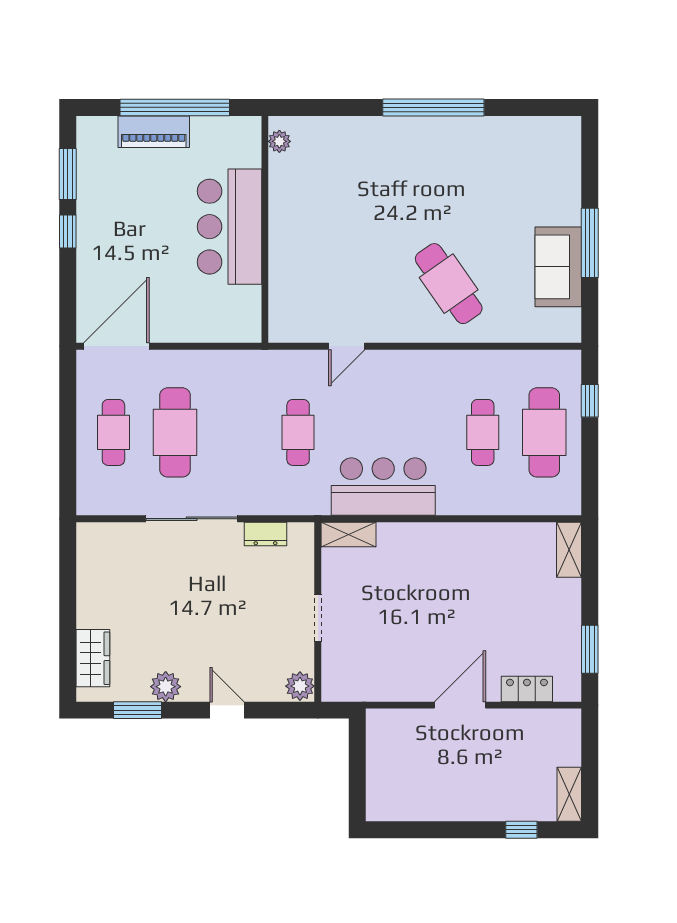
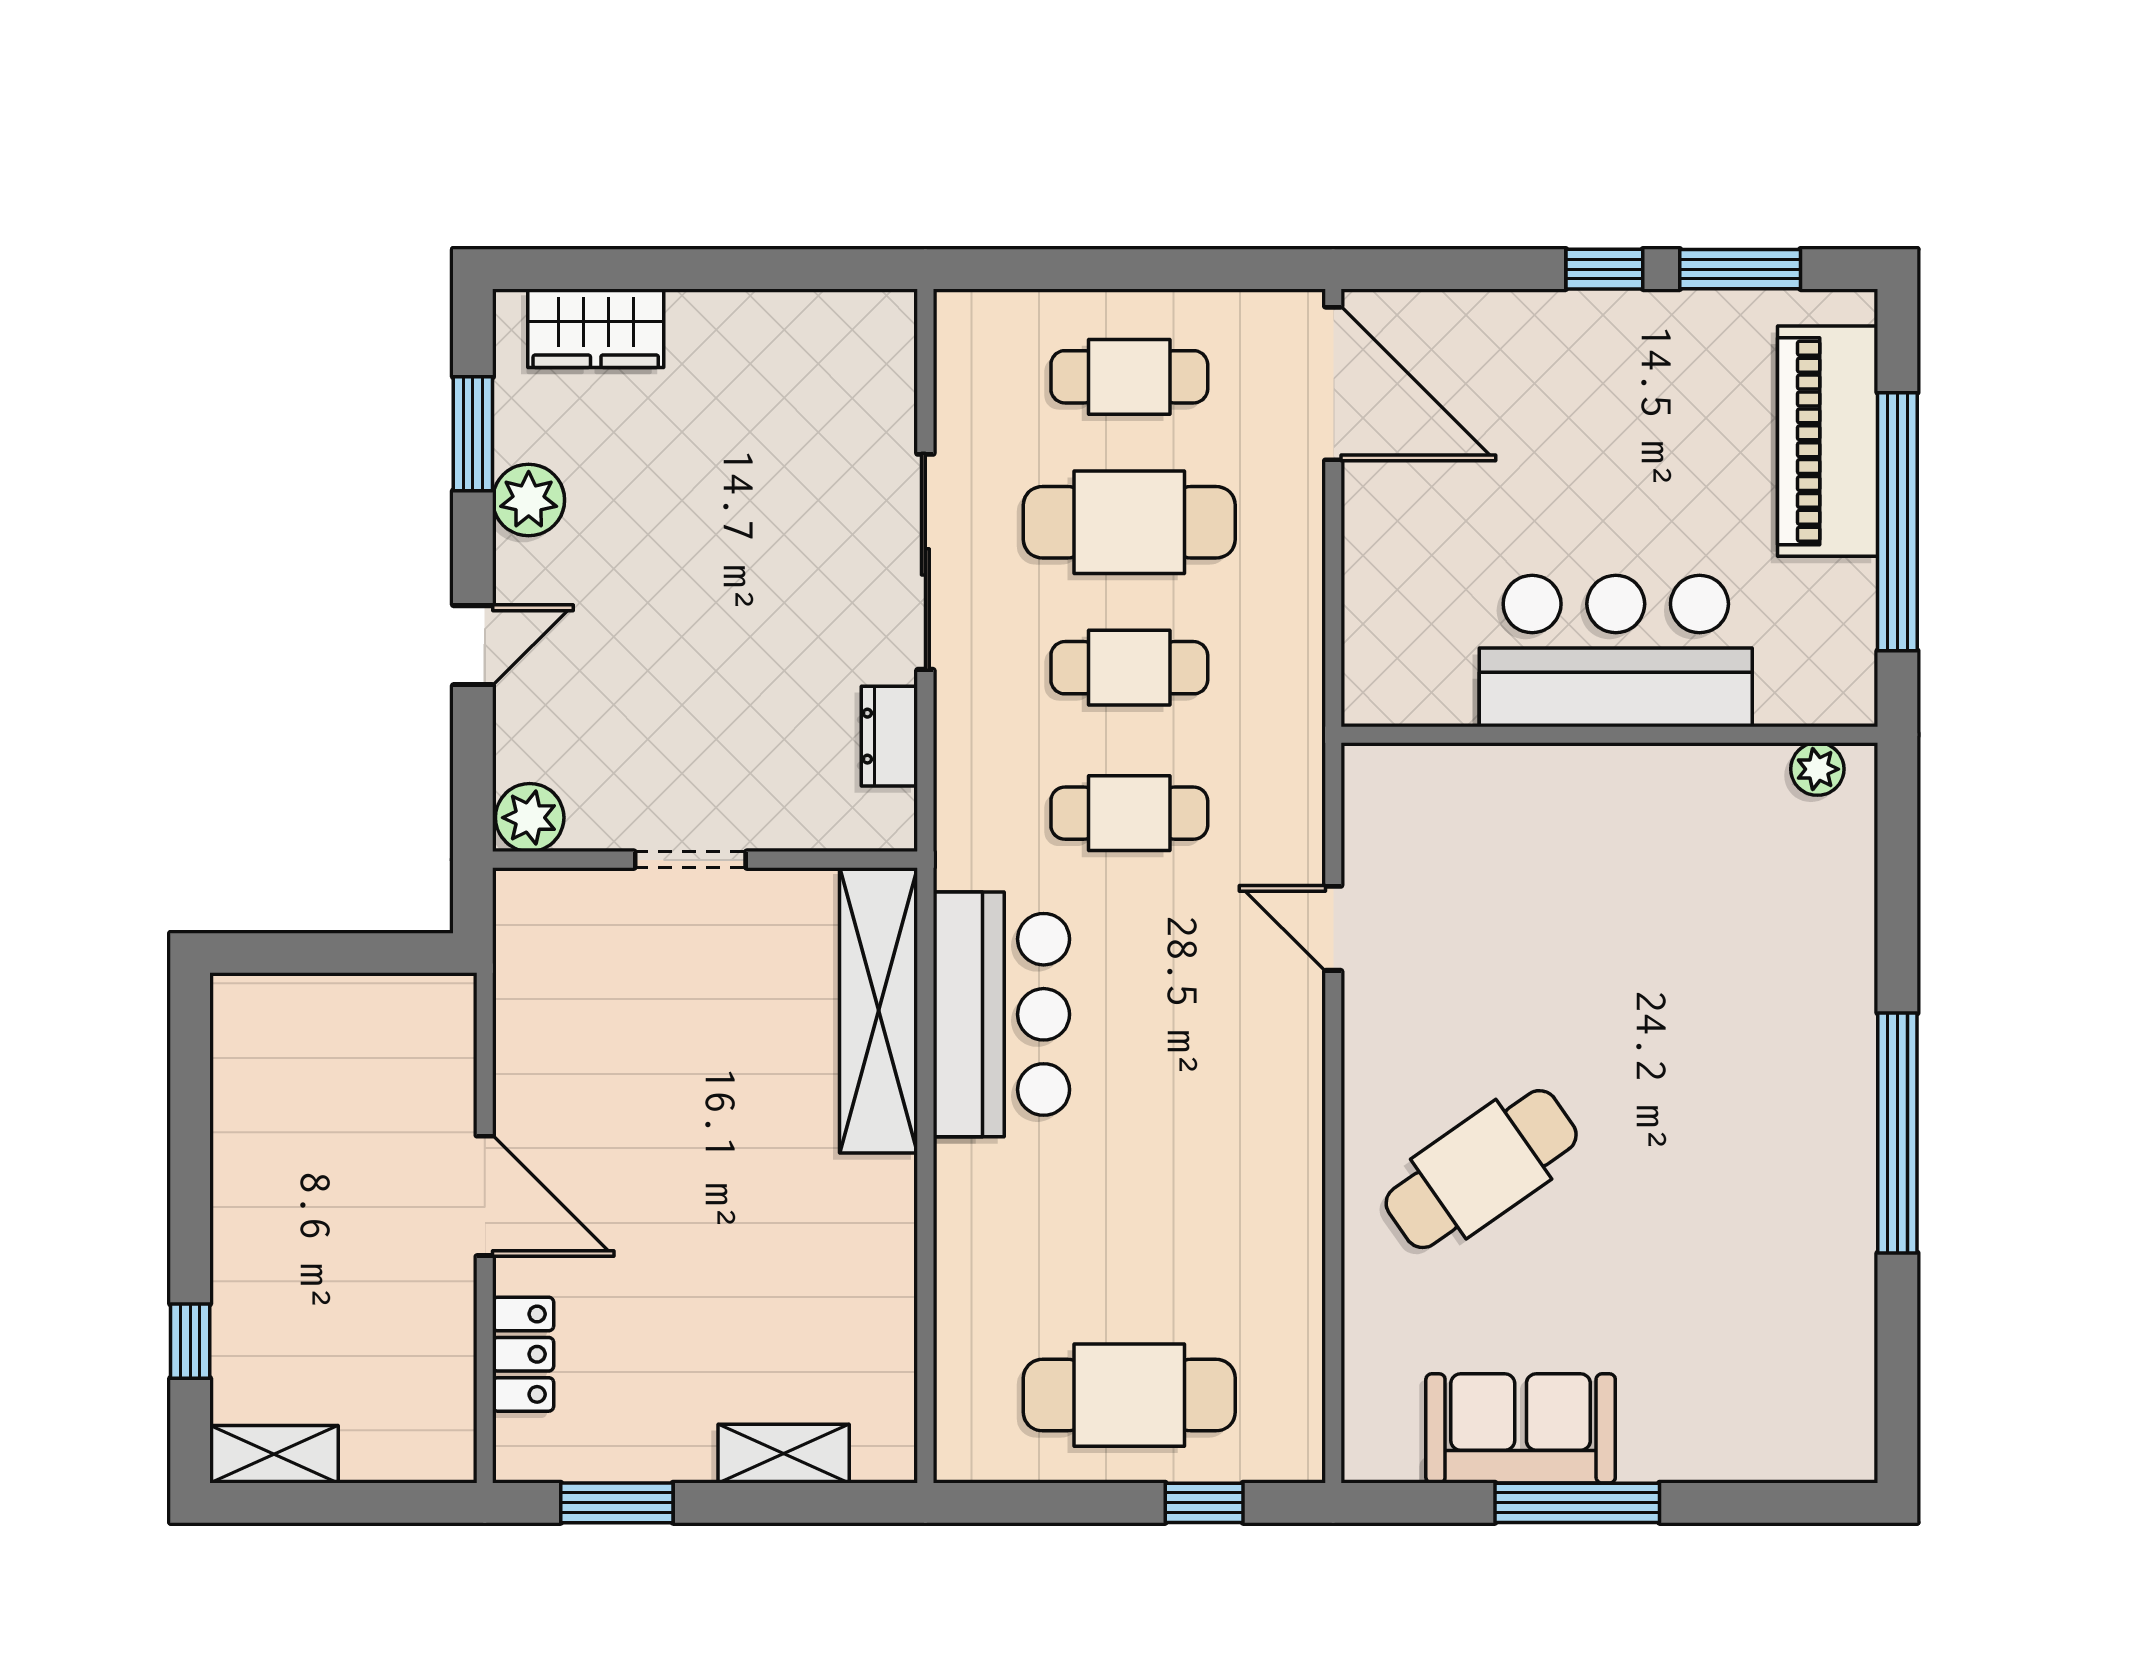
piano: (154, 132) -> (1828, 441), width x1.37, depth x1.33
cafe table: (483, 432) -> (1129, 668), moved
shelving: (349, 534) -> (879, 1010), width x2.20, depth x1.33
shelving: (569, 550) -> (784, 1454), moved

